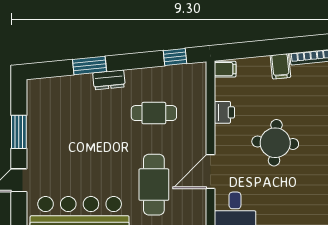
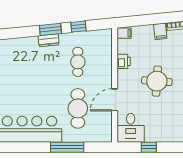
window: (175, 57) -> (79, 27), moved
window: (90, 65) -> (50, 29), moved
cafe table: (154, 113) -> (78, 62), turned 90

